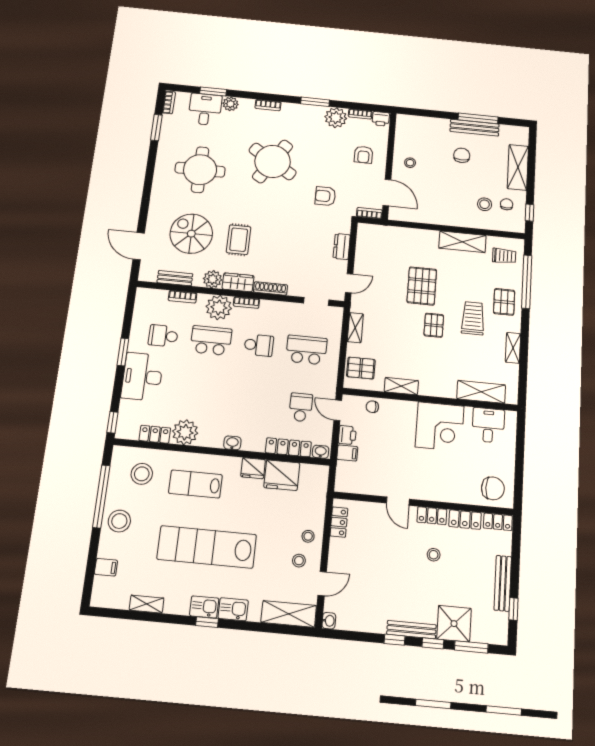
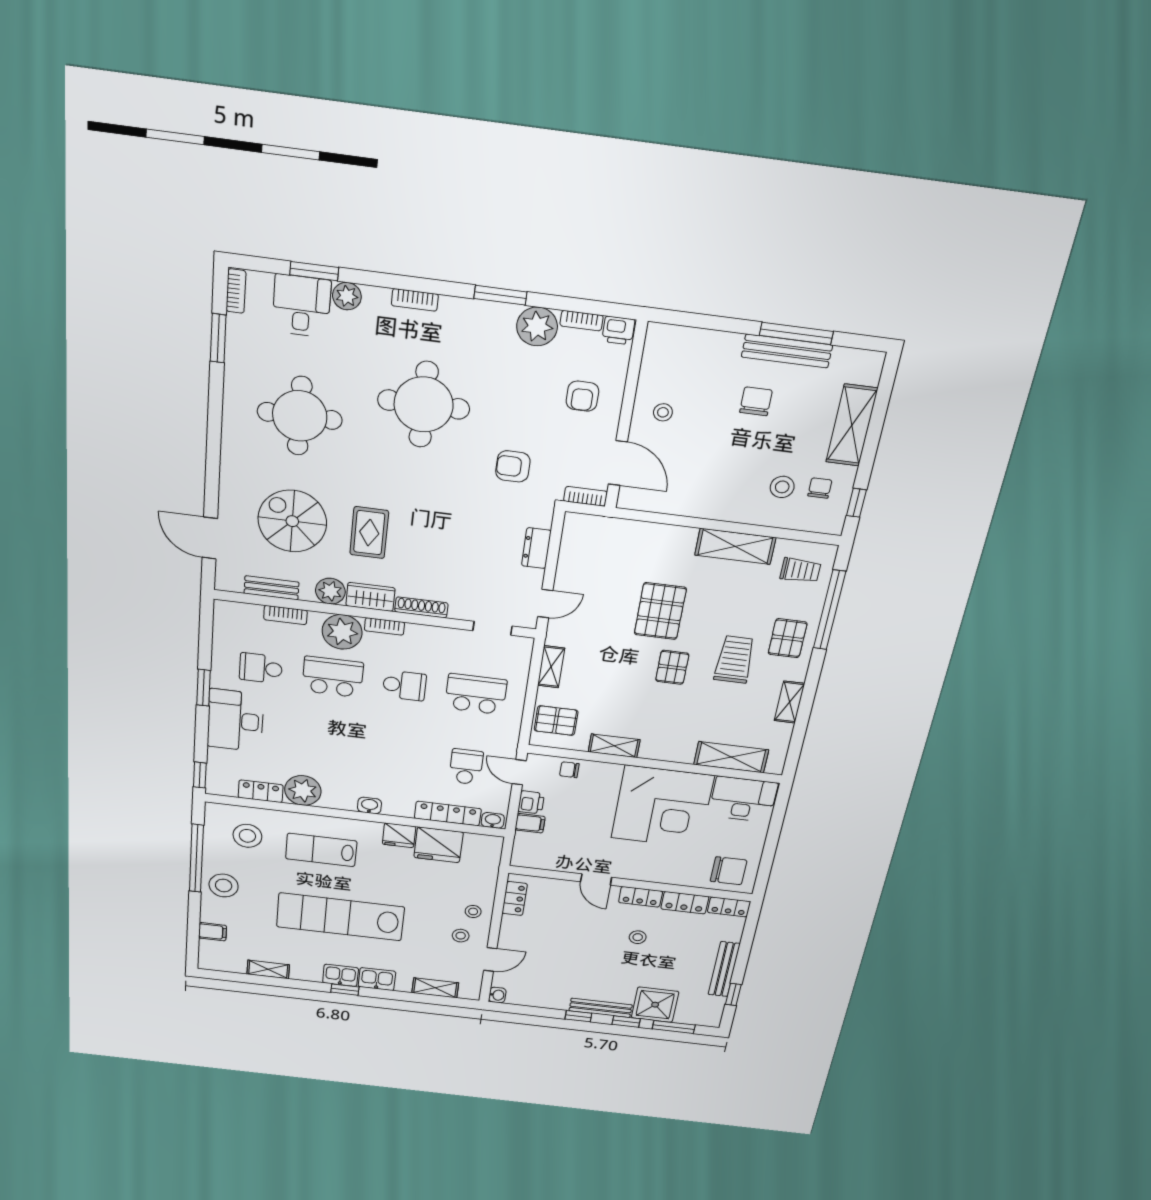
round table: (273, 161) -> (424, 404), turned -32
desk: (488, 425) -> (743, 799), width x1.37
corner desk: (440, 427) -> (662, 807), width x1.36, depth x1.36
shelving: (289, 614) -> (435, 988), width x0.67, depth x0.75

